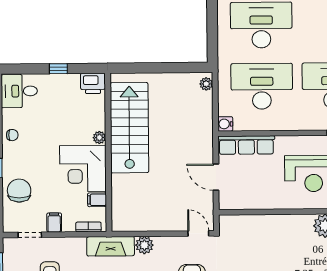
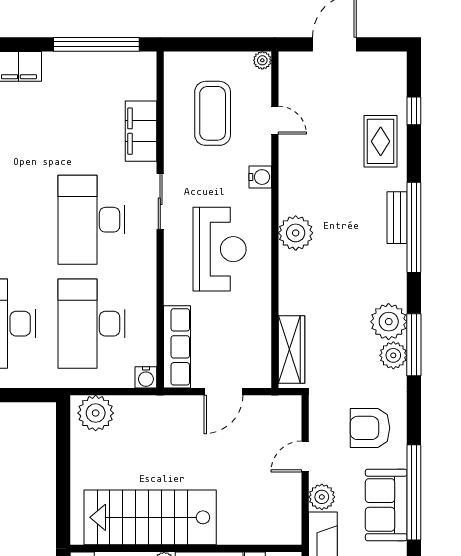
plant: (206, 84) -> (96, 413), width x1.88, depth x1.88
wardrobe: (245, 223) -> (291, 349), added
door: (198, 233) -> (305, 457), moved

